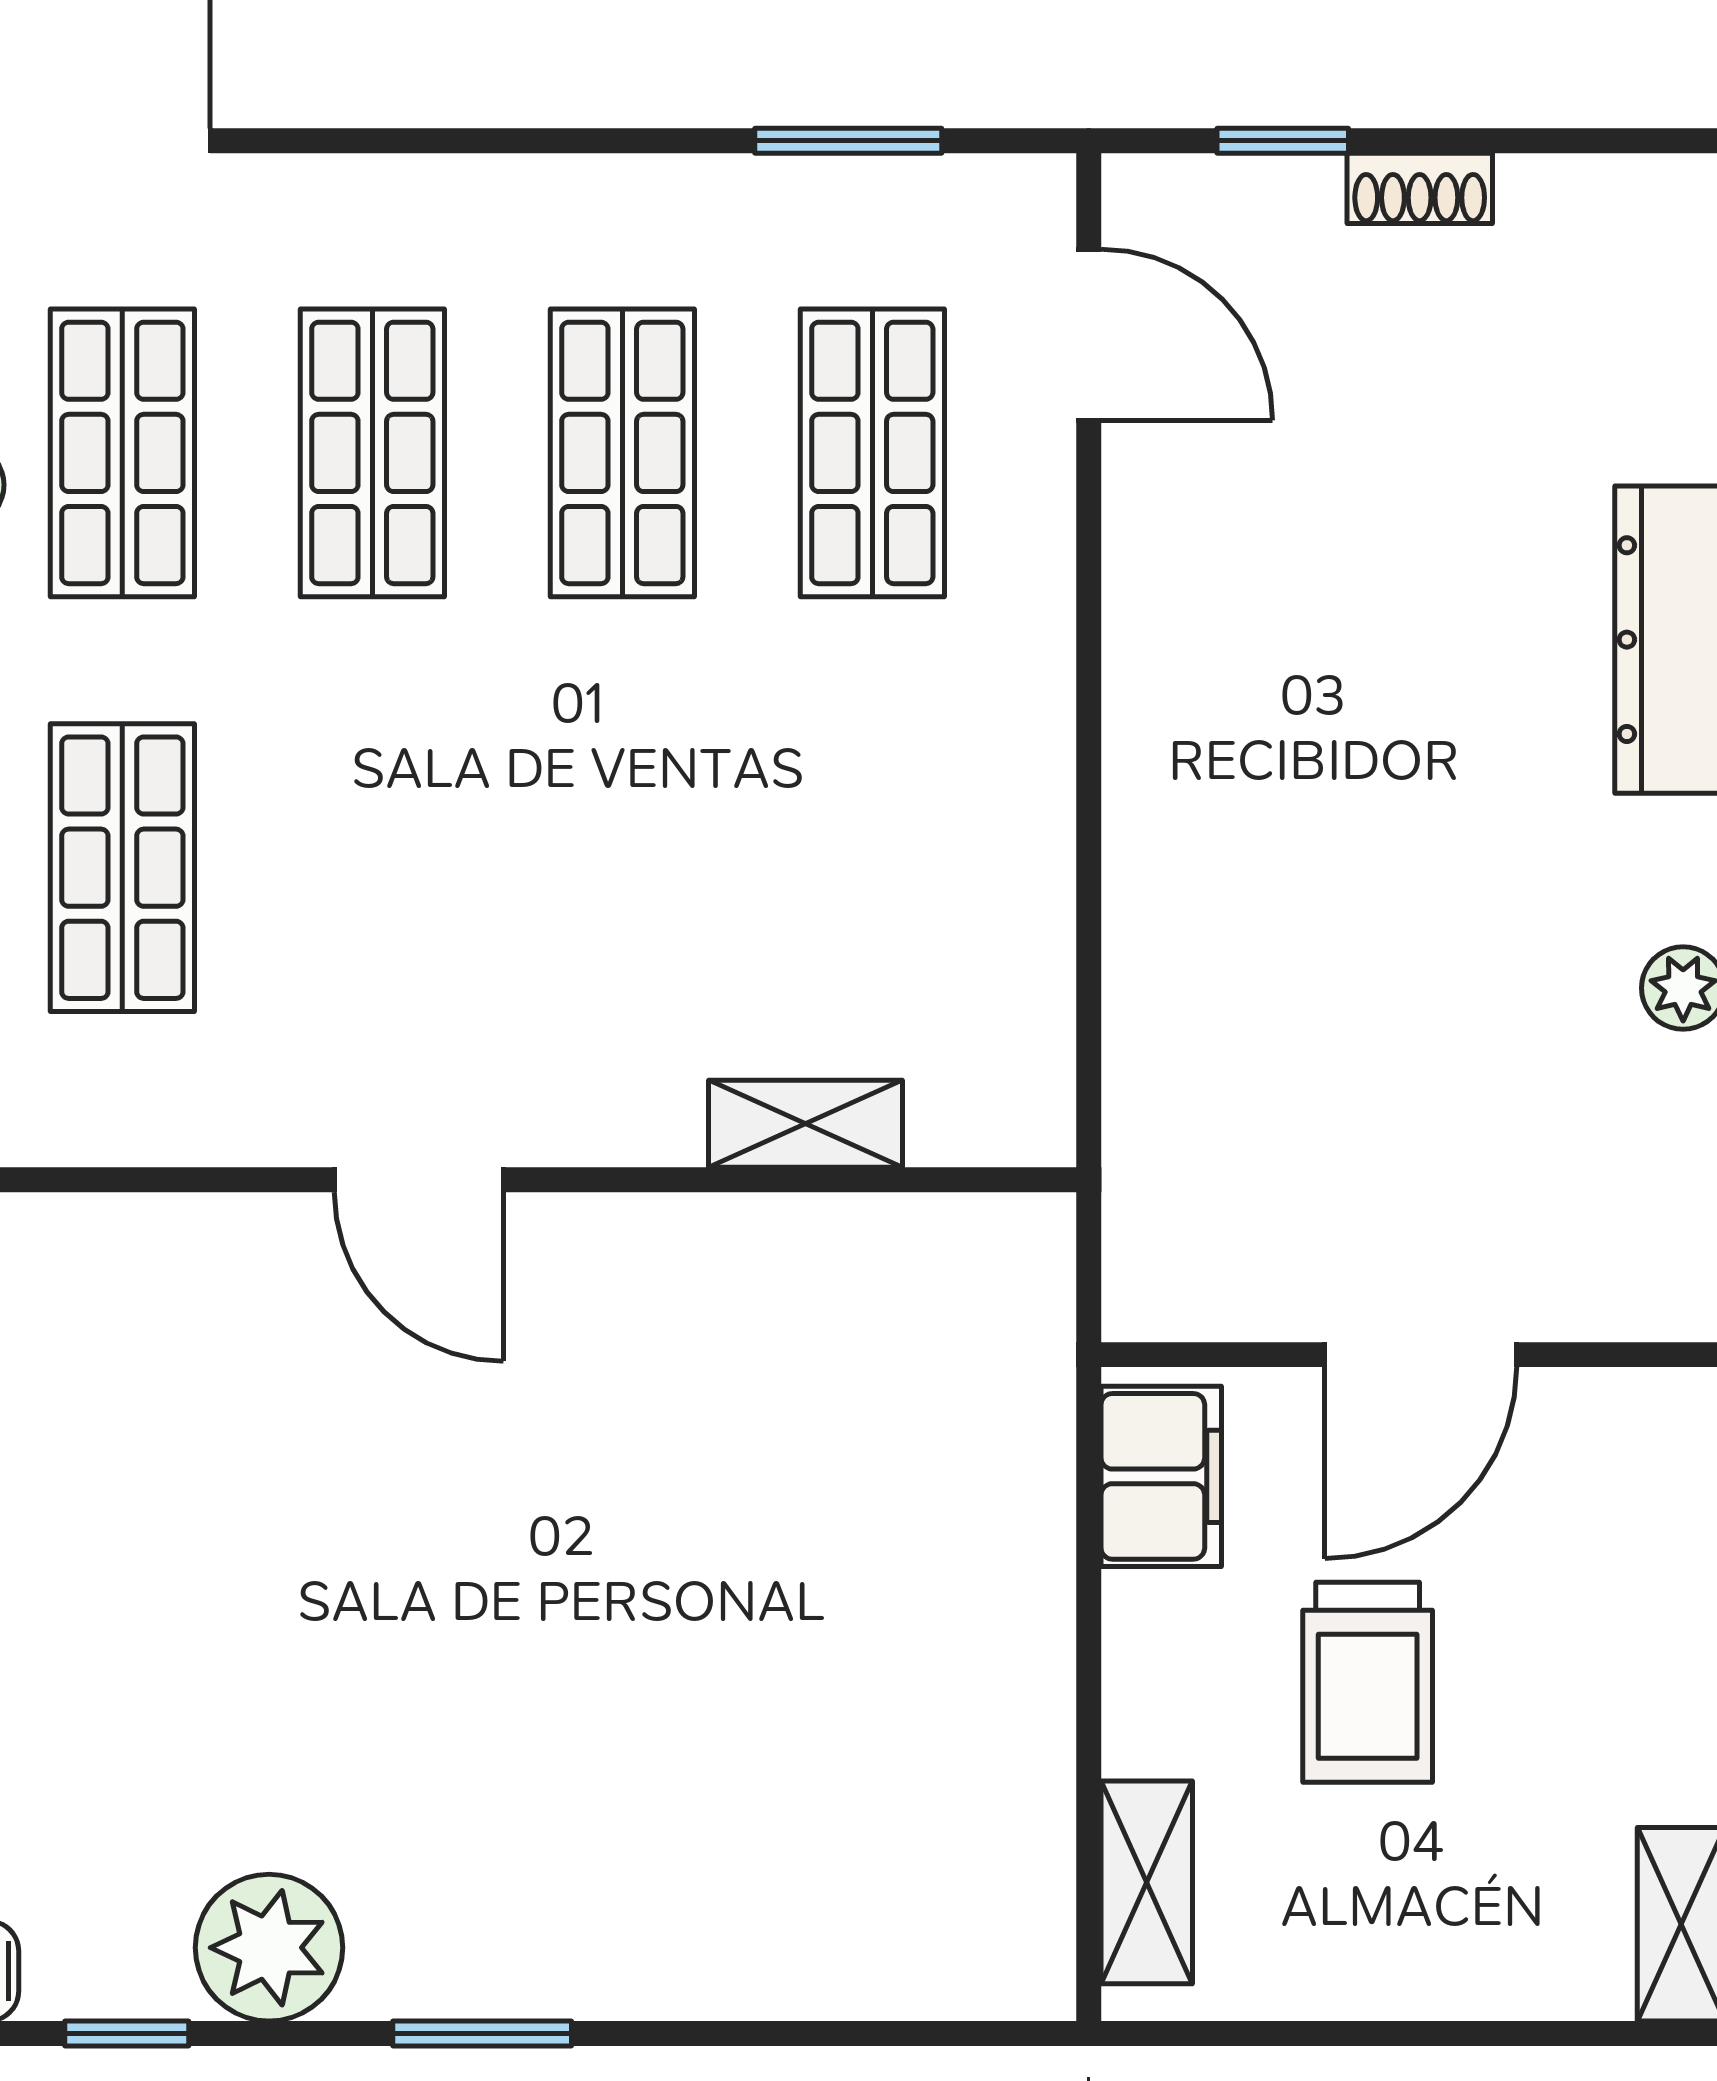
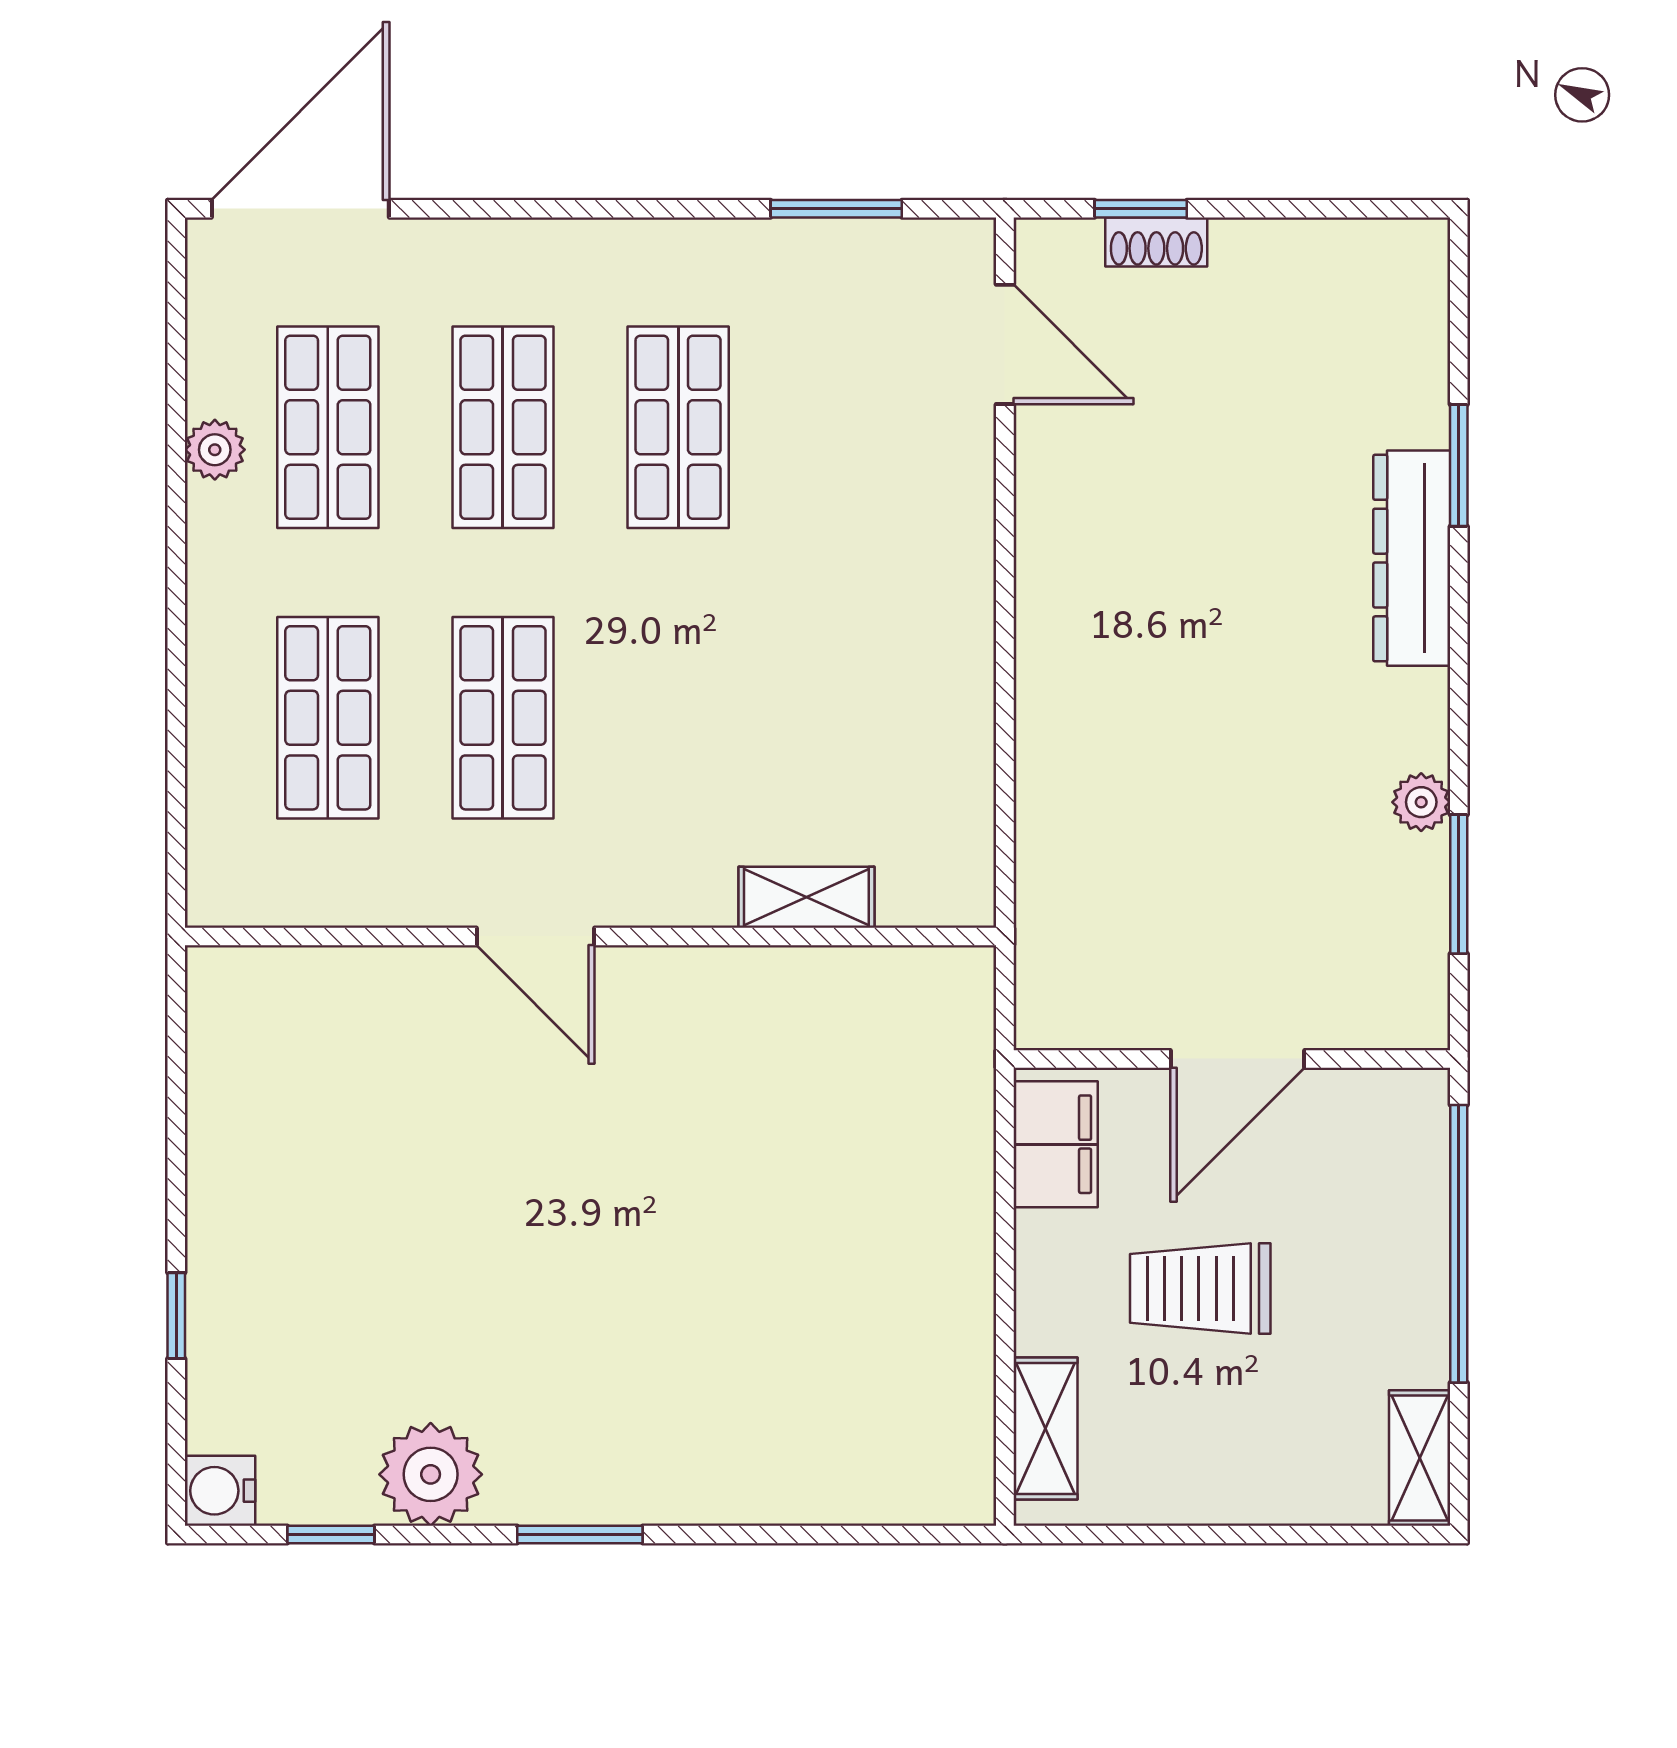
shoe rack: (1420, 188) -> (1156, 242), moved
shop shelf: (872, 453) -> (503, 718), moved
trolley: (1368, 1682) -> (1200, 1288), turned 90

